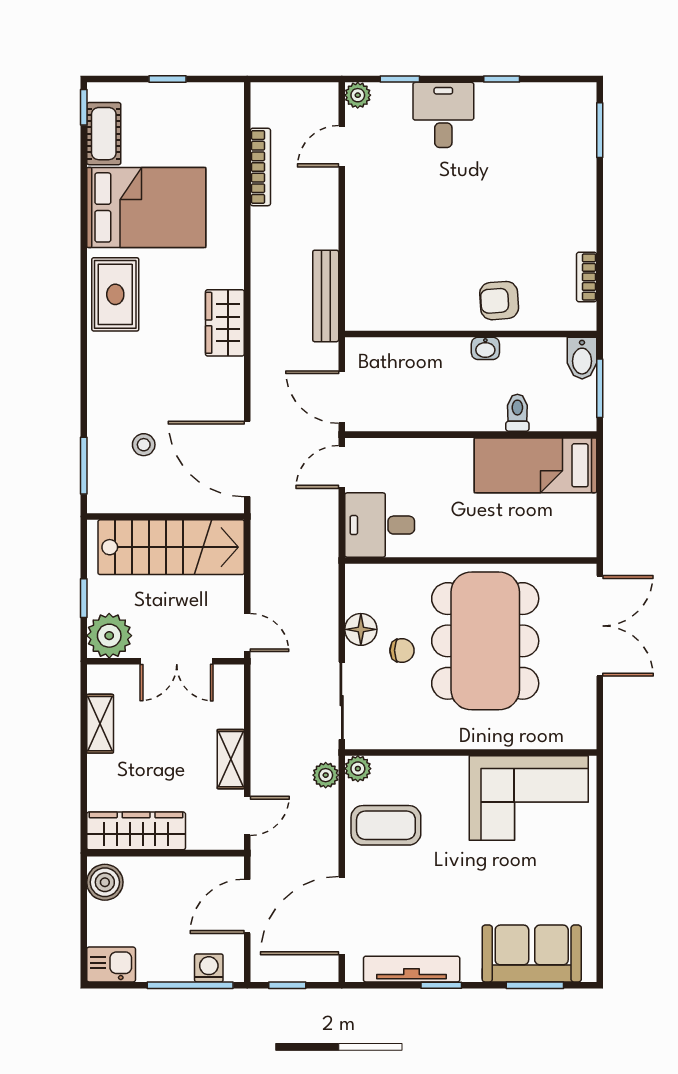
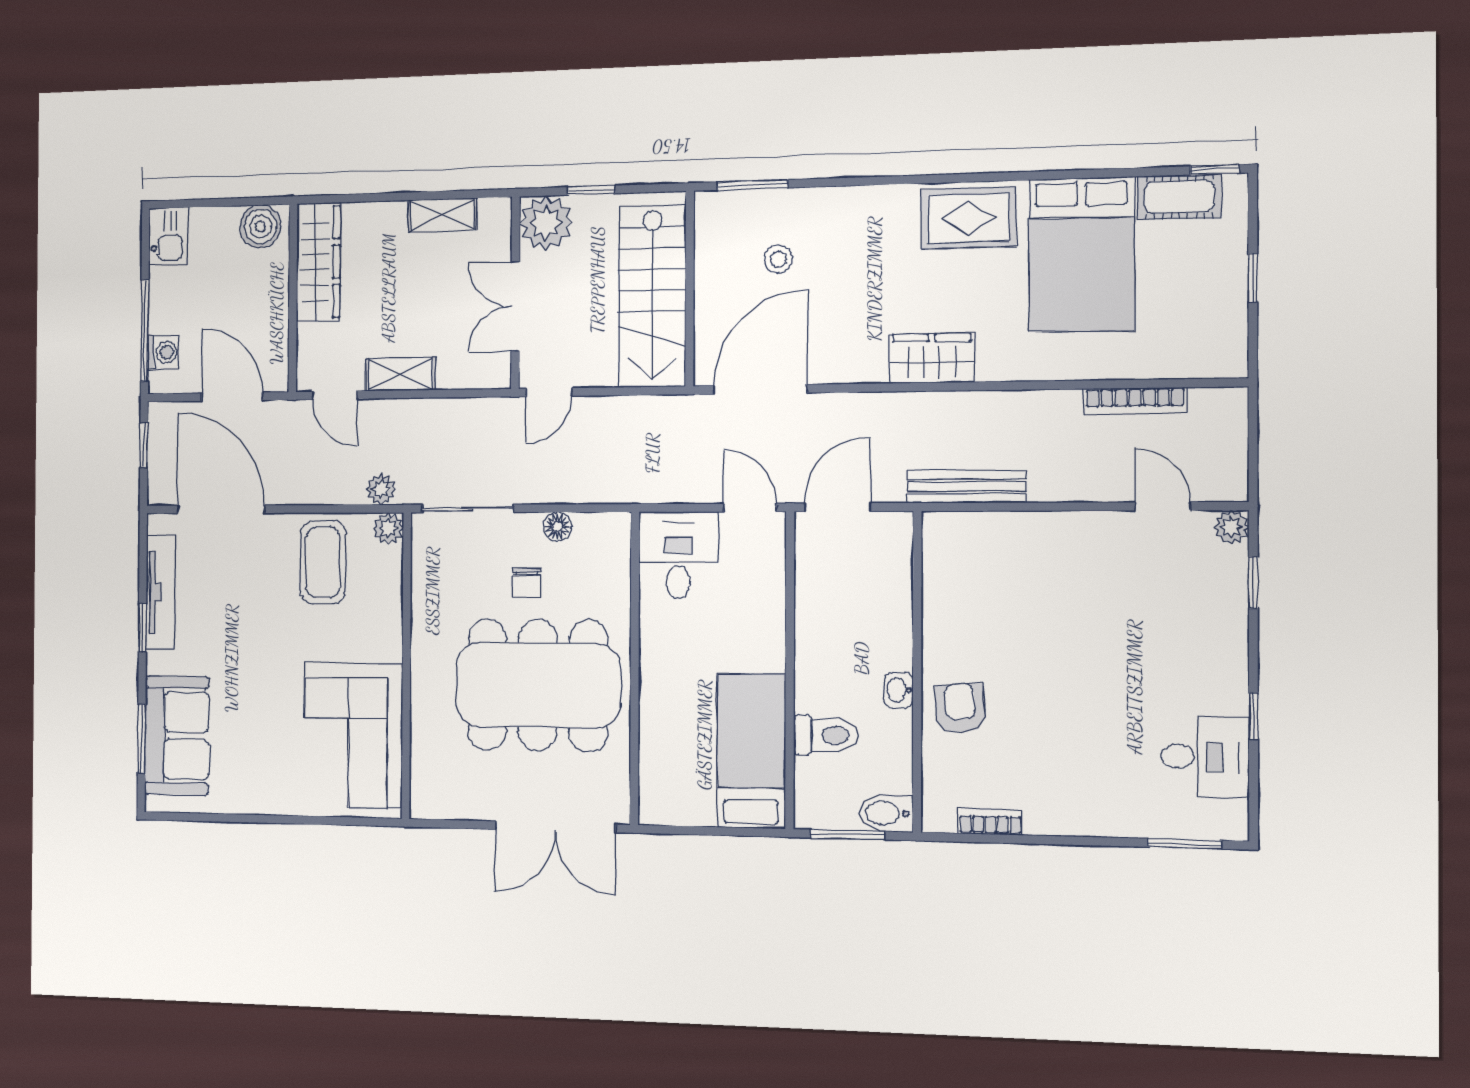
desk: (443, 115) -> (1205, 757), moved
toilet: (517, 413) -> (826, 735), width x1.37, depth x1.39
floor lamp: (361, 629) -> (557, 527), width x0.73, depth x0.73

